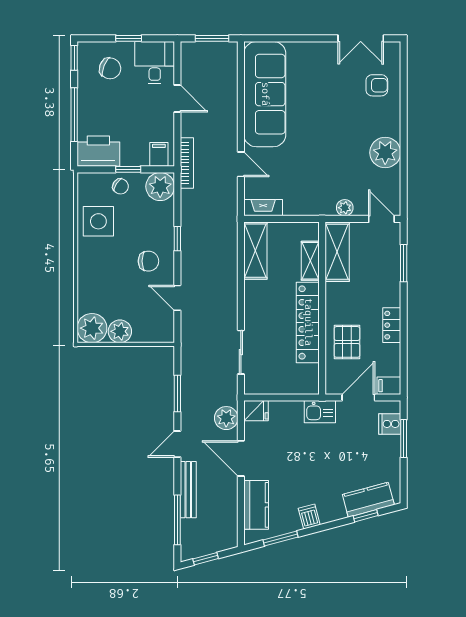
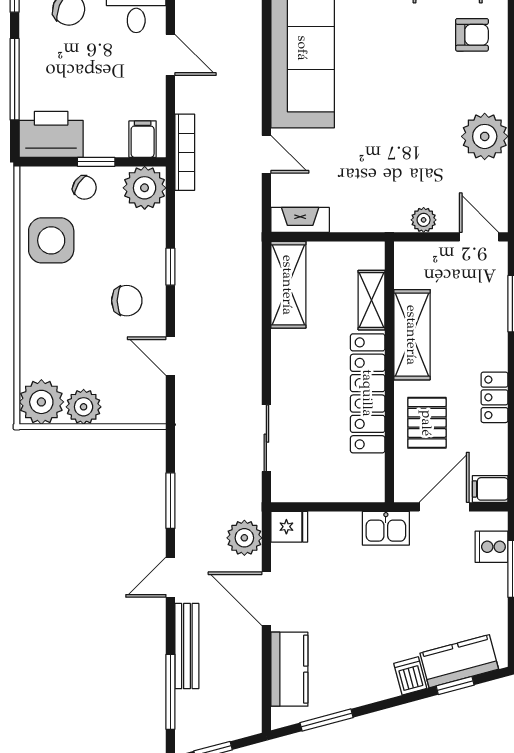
shelving: (337, 252) -> (412, 335), moved
dishwasher: (309, 517) -> (410, 676), moved

